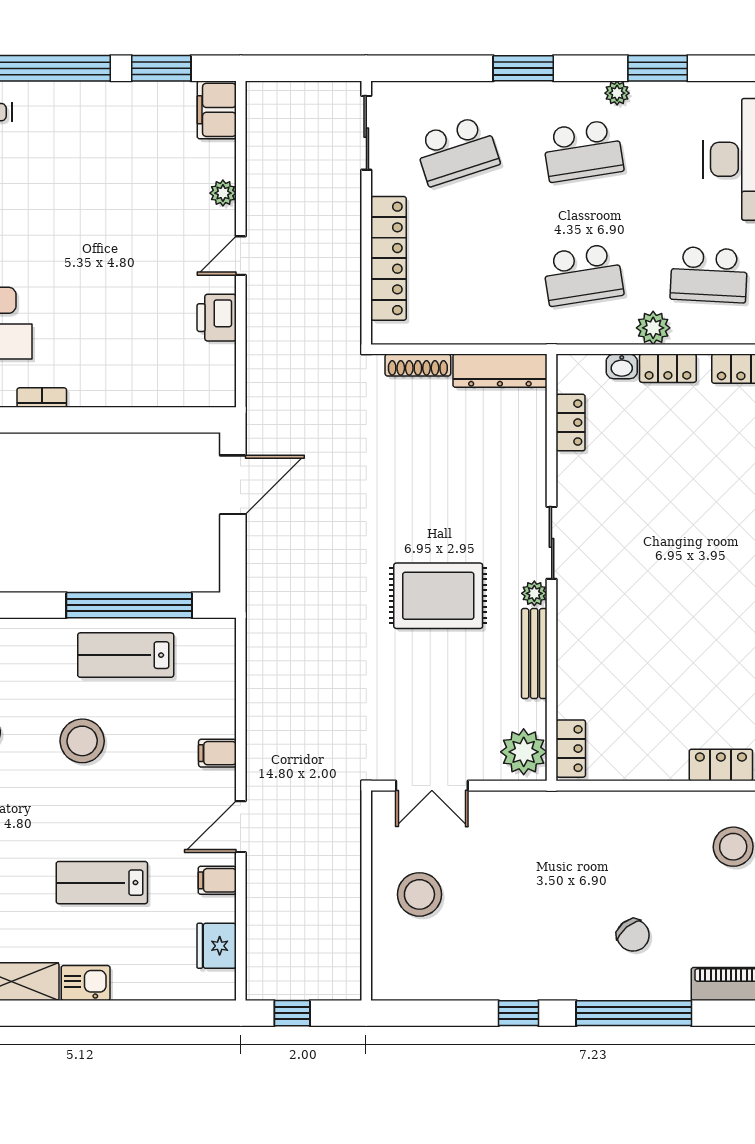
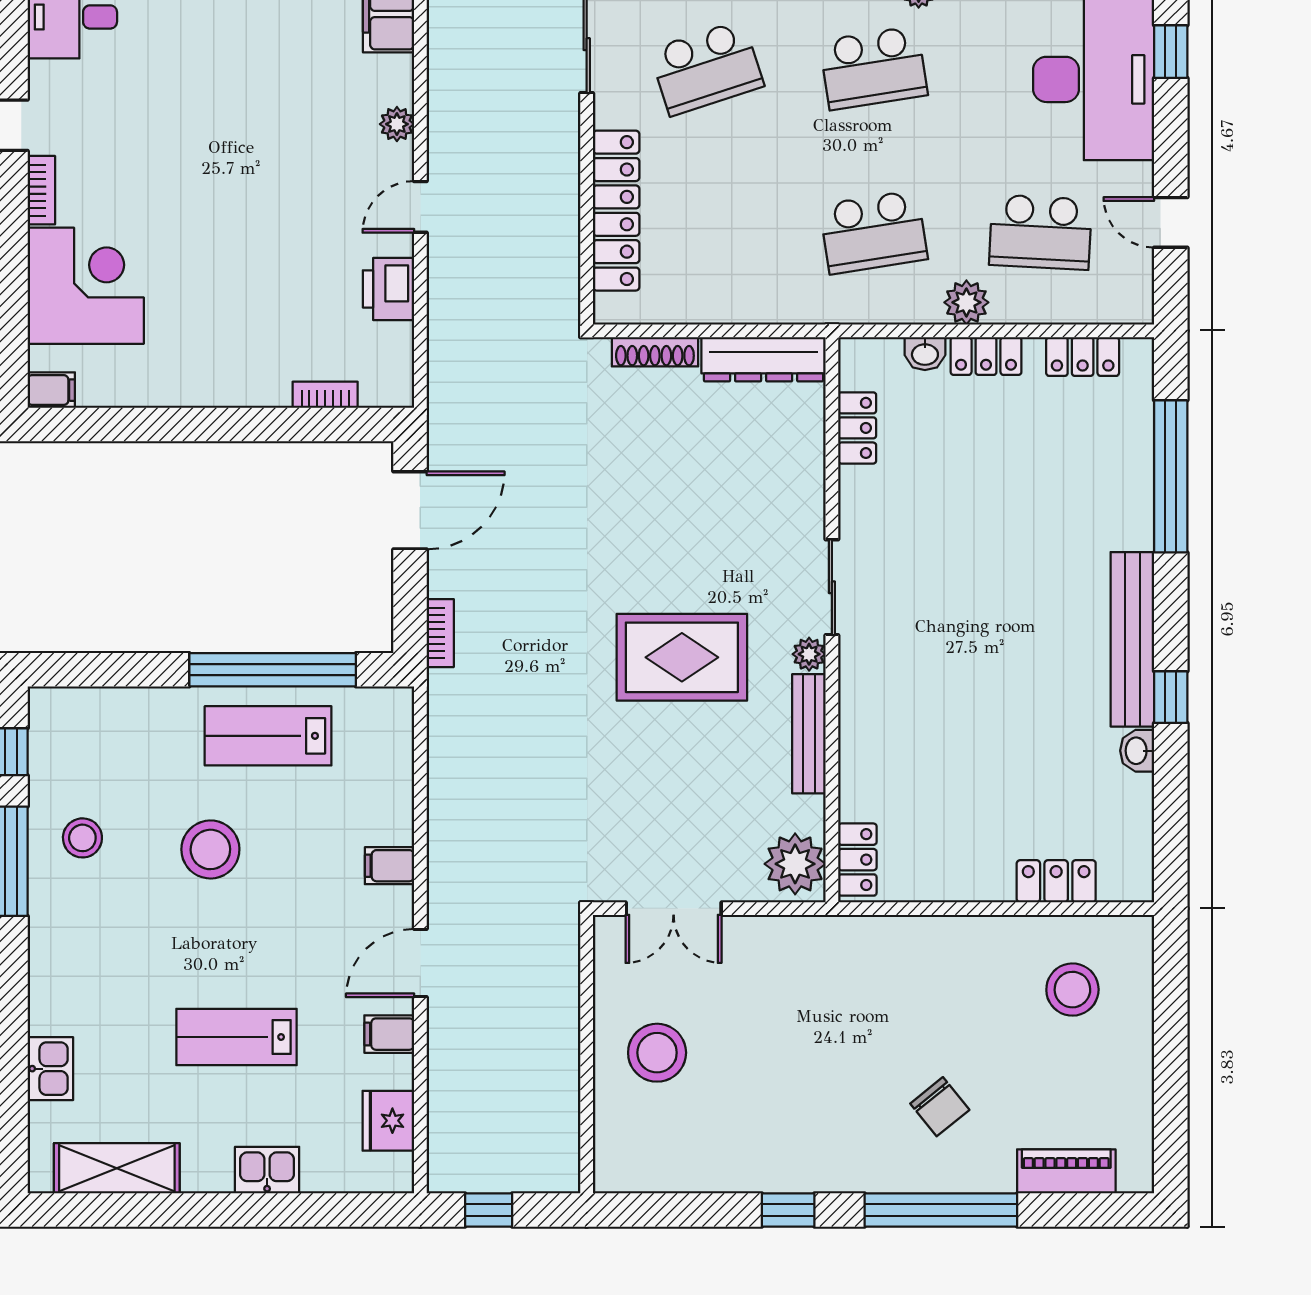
bookcase: (42, 397) -> (325, 395), moved
bookcase: (256, 577) -> (440, 633), added
kitchen sink: (86, 983) -> (267, 1170), moved

